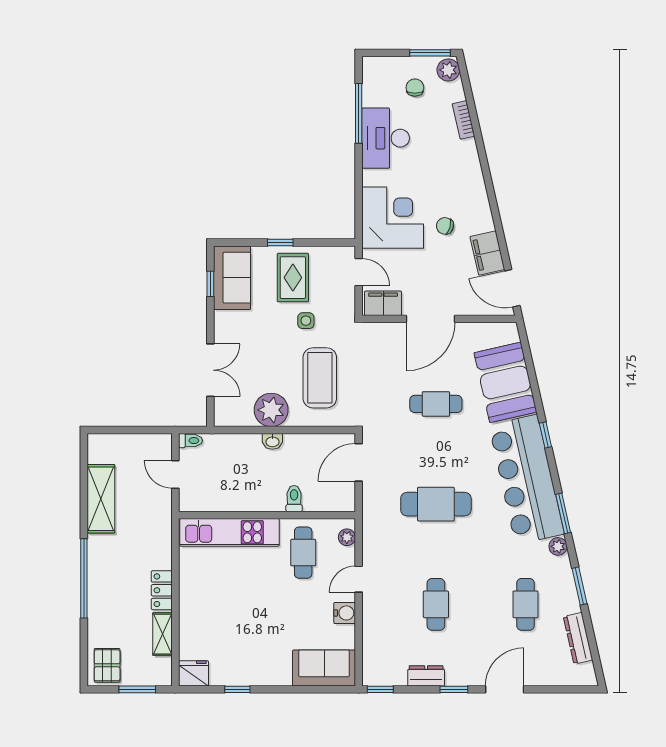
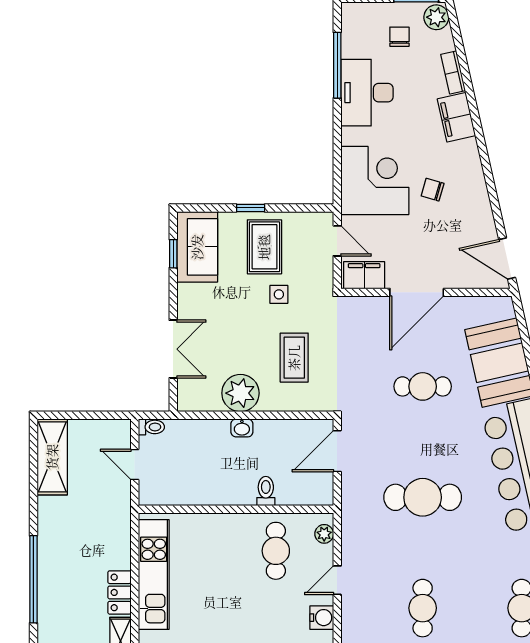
filing cabinet: (487, 253) -> (456, 117), moved
coffee table: (320, 378) -> (294, 358), width x0.73, depth x0.76
shelving: (101, 499) -> (52, 457), moved
kitchen unit: (229, 532) -> (154, 575), moved, turned -90

